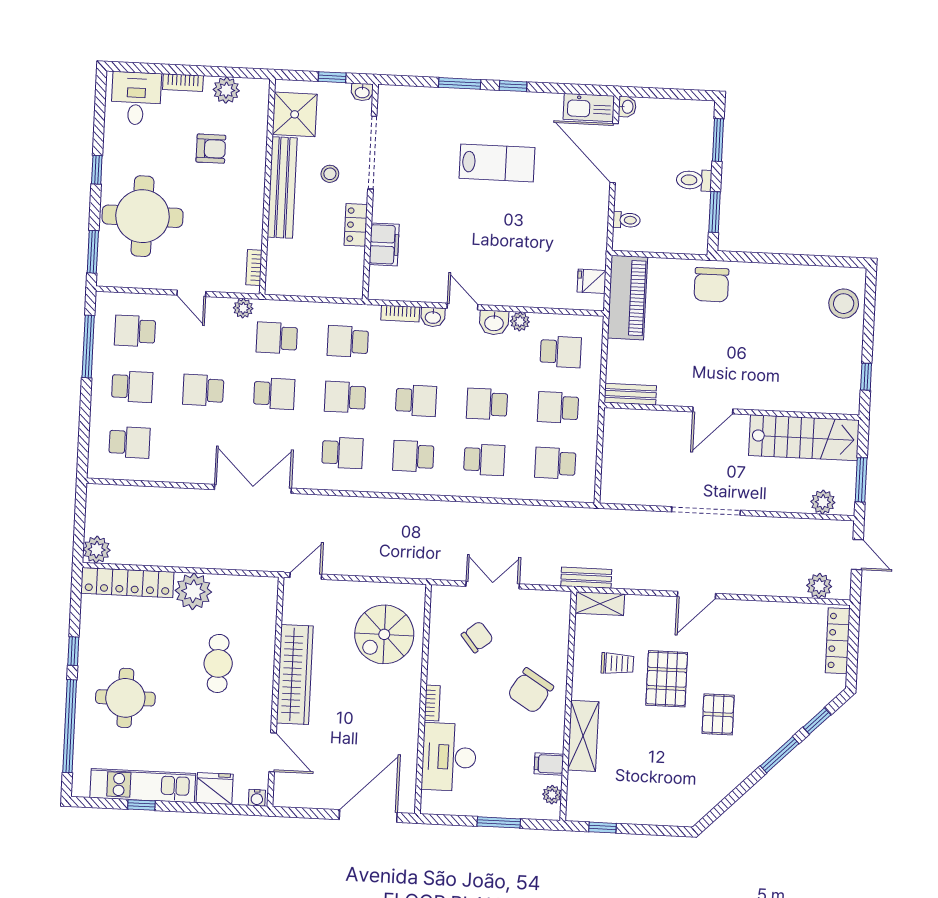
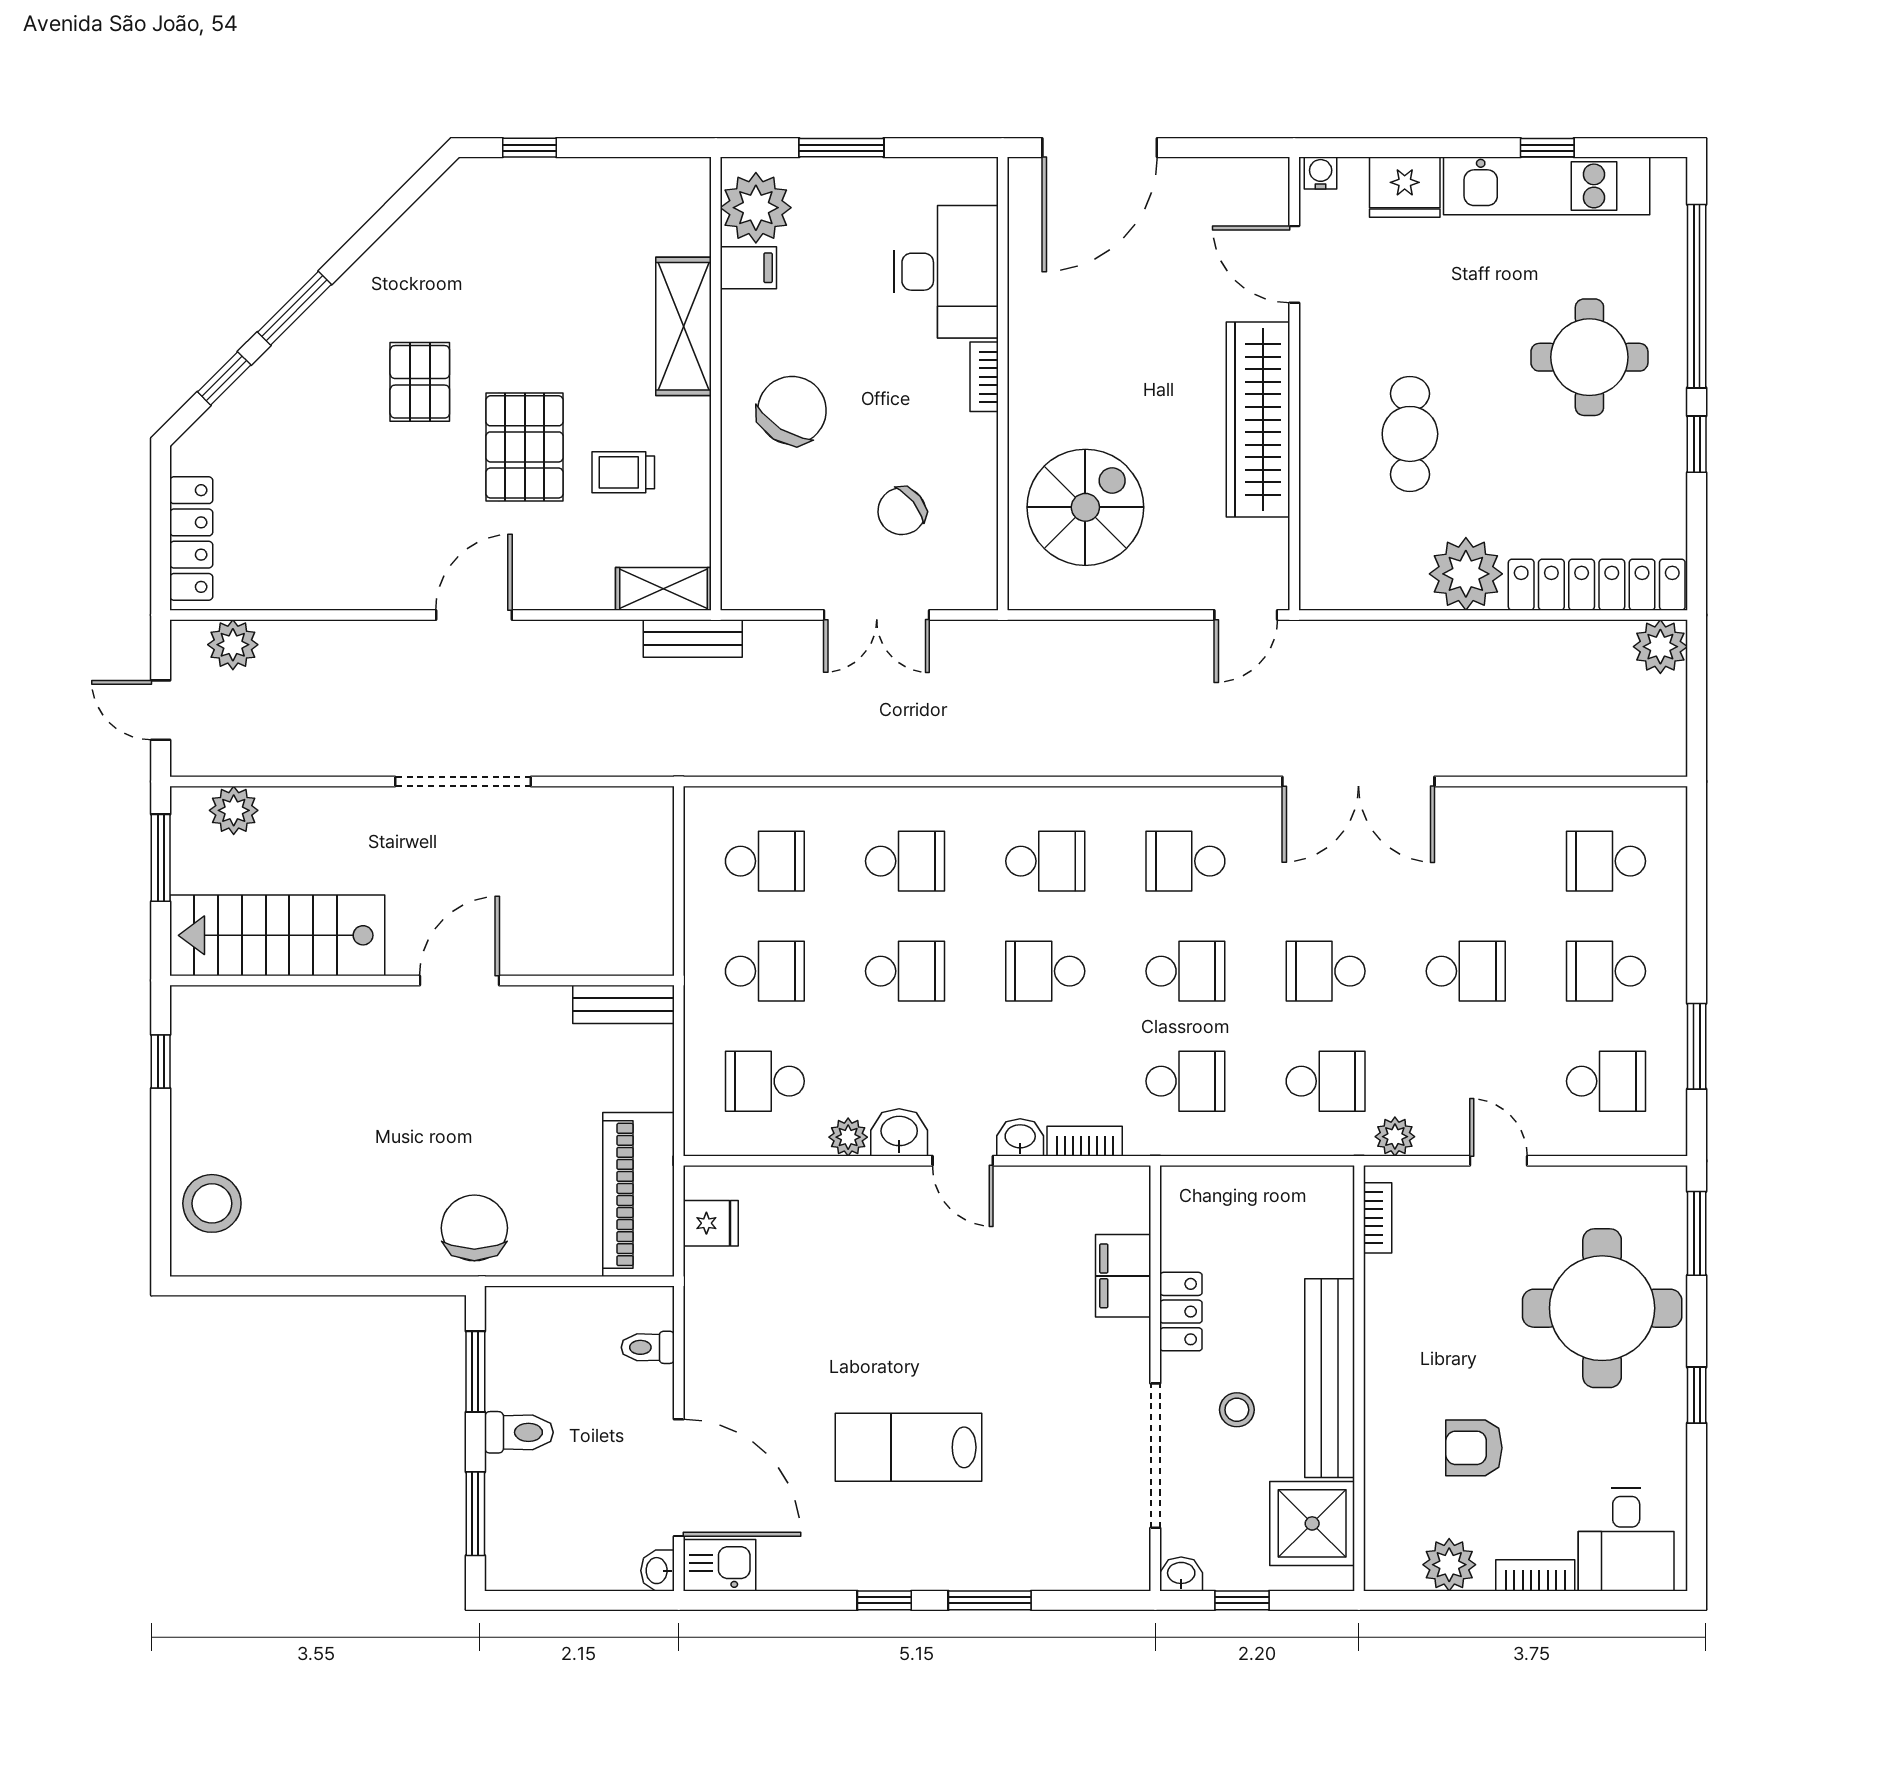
kitchen sink: (589, 108) -> (720, 1565), width x0.73
window: (88, 346) -> (1697, 1046), width x0.69
school desk: (484, 460) -> (905, 861), turned 180
plant: (552, 795) -> (756, 208), width x1.88, depth x1.88
window: (602, 828) -> (530, 148), moved

